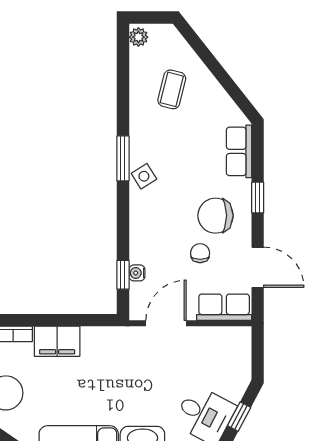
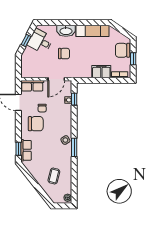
window: (258, 197) -> (18, 149), moved
chair: (147, 385) -> (64, 54), added

